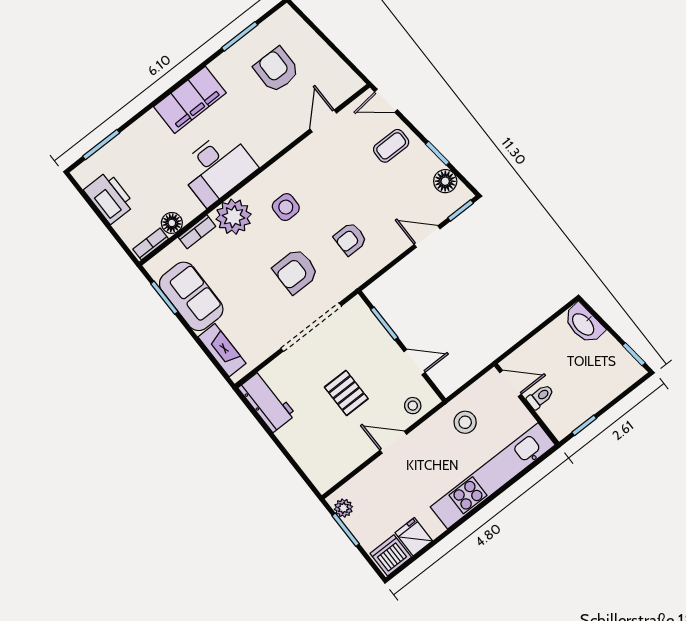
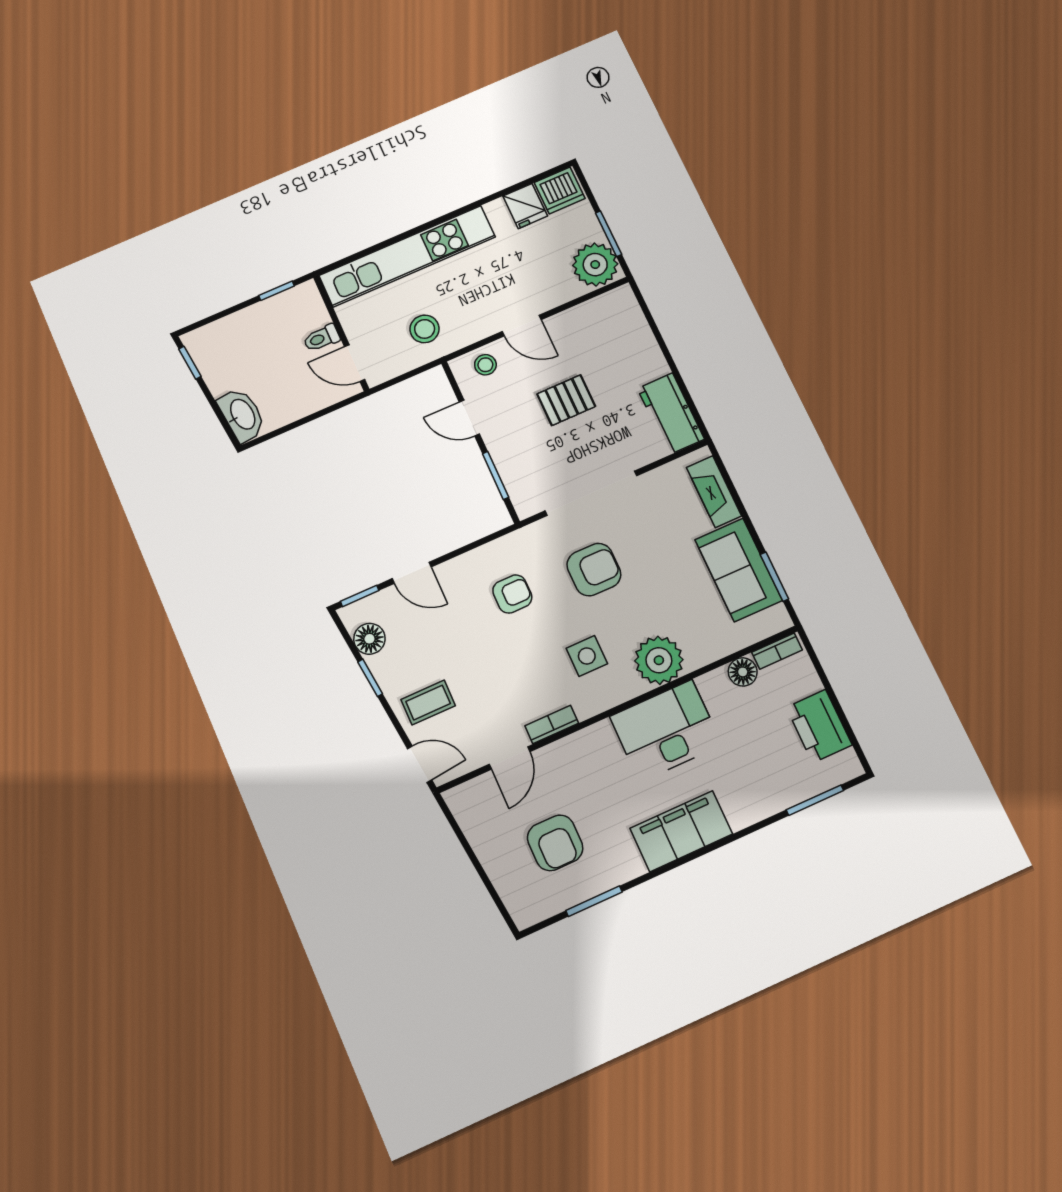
bookcase: (197, 232) -> (552, 724), moved
pallet: (346, 393) -> (566, 400), turned 90
plant: (343, 508) -> (595, 265), width x1.88, depth x1.88

